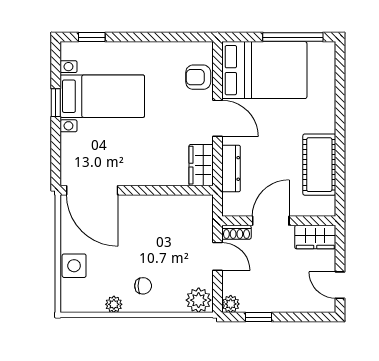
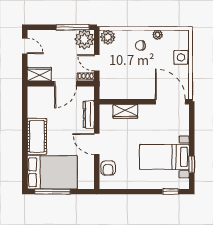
bed: (264, 70) -> (52, 172), moved, turned 180
armchair: (198, 77) -> (108, 168), turned 90
window: (56, 103) -> (192, 164), moved
wardrobe: (201, 165) -> (125, 111), moved, turned 90
cot: (319, 165) -> (37, 136), moved
plant: (231, 304) -> (84, 39), width x1.88, depth x1.88
window: (258, 317) -> (73, 27), width x2.17

